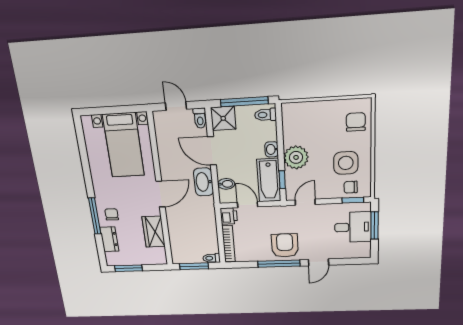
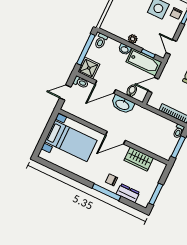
plant: (296, 157) -> (133, 39), width x0.53, depth x0.53
door: (161, 194) -> (115, 138), swing flipped
printer: (229, 216) -> (154, 102), removed

